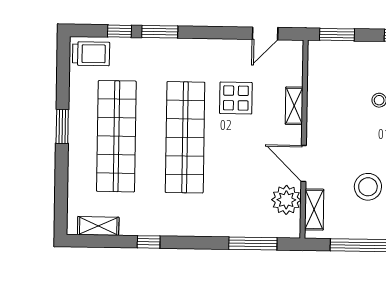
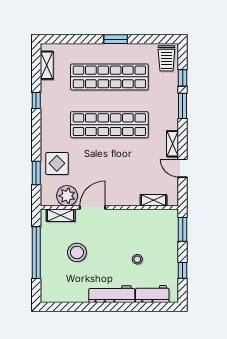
door: (265, 33) -> (183, 168), moved
shelving: (214, 47) -> (172, 144), added
display table: (236, 98) -> (57, 163), moved
shelving: (294, 106) -> (153, 200), moved
window: (253, 244) -> (36, 173), width x0.69

